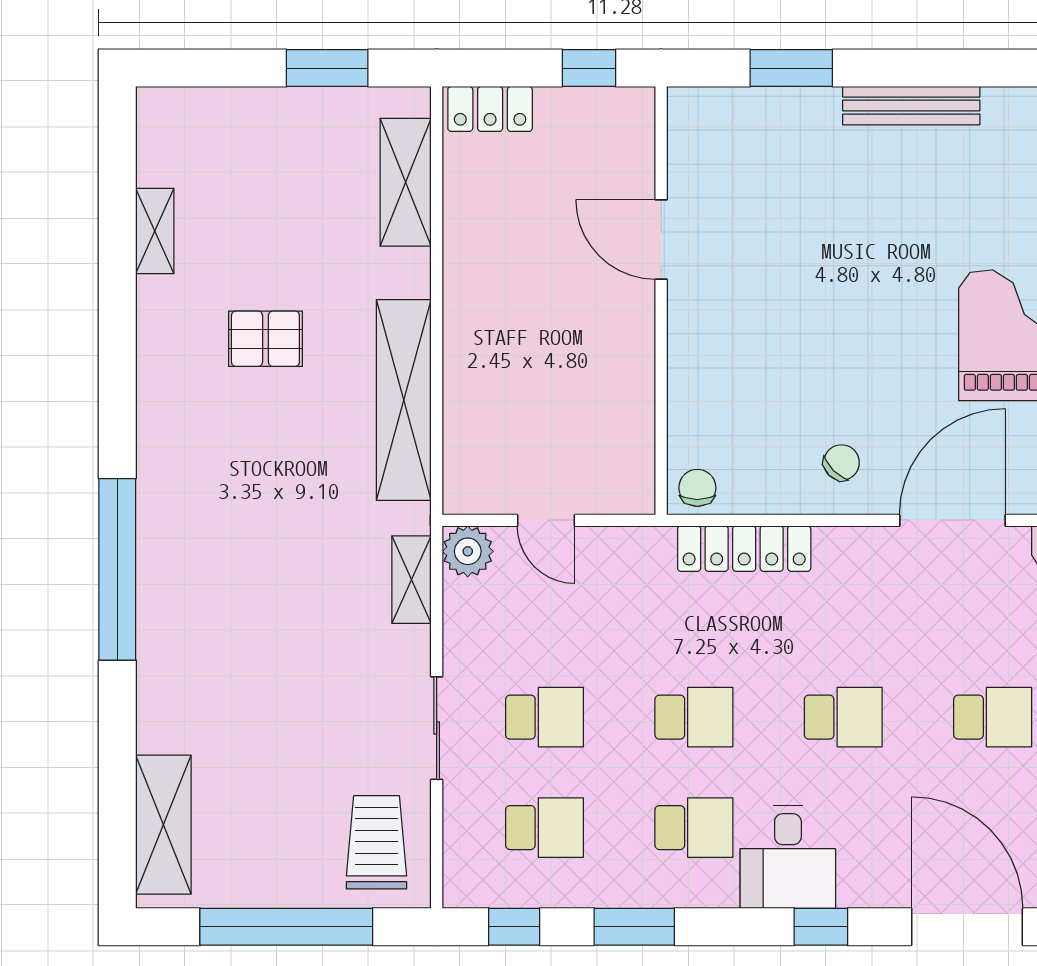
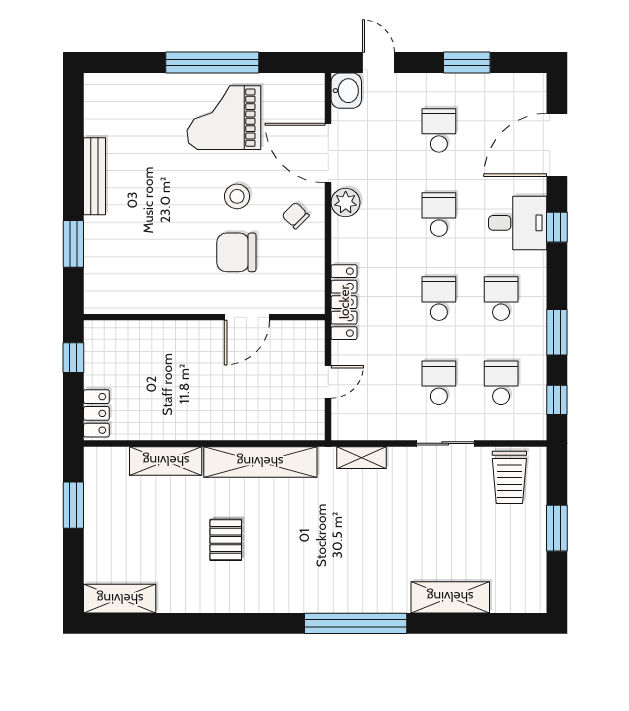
shelving: (406, 182) -> (166, 461), moved
shelving: (155, 231) -> (120, 599), moved, width x1.50, depth x1.33
door: (661, 239) -> (247, 317), moved
stool: (875, 359) -> (237, 196), added
chair: (697, 488) -> (236, 252), moved, width x1.87, depth x1.87
locker: (744, 549) -> (344, 302), moved
plant: (468, 551) -> (346, 202), moved
shelving: (163, 825) -> (450, 597), moved
trolley: (377, 842) -> (509, 477), turned -90
desk: (788, 857) -> (518, 223), moved
window: (286, 927) -> (557, 528), width x0.47

